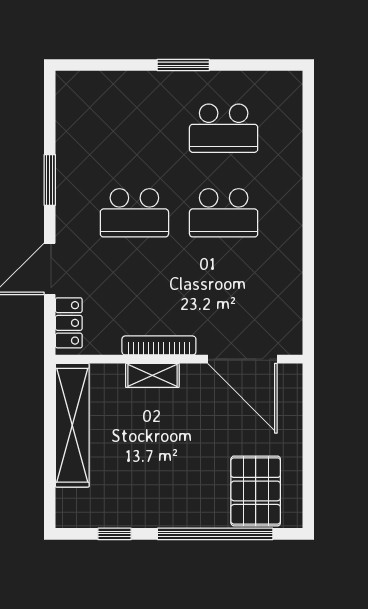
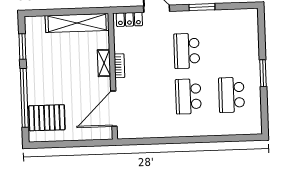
bookcase: (159, 345) -> (119, 66), width x0.64
window: (114, 534) -> (22, 46), width x1.50

